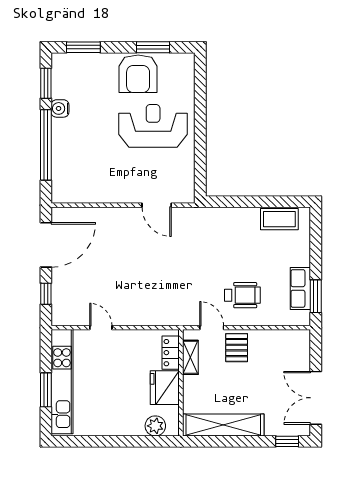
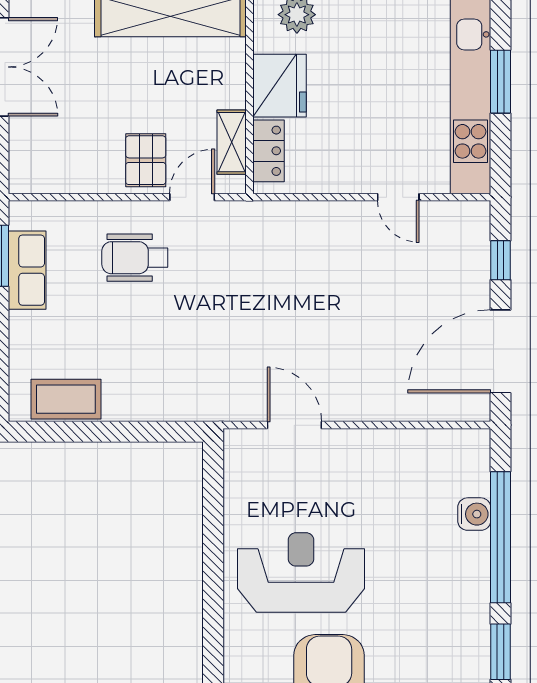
water cooler: (60, 108) -> (474, 514), moved
reception desk: (153, 126) -> (301, 573), turned 180
door: (212, 328) -> (192, 197), swing flipped

